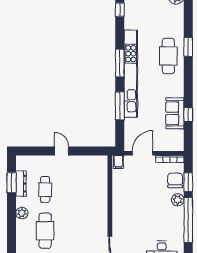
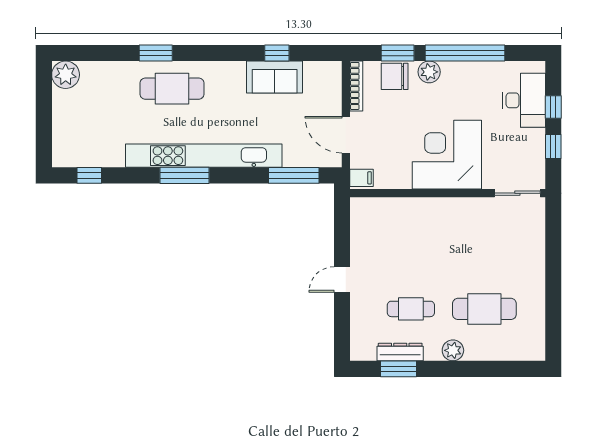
window: (120, 106) -> (294, 175), moved
corner desk: (131, 210) -> (447, 155), added

